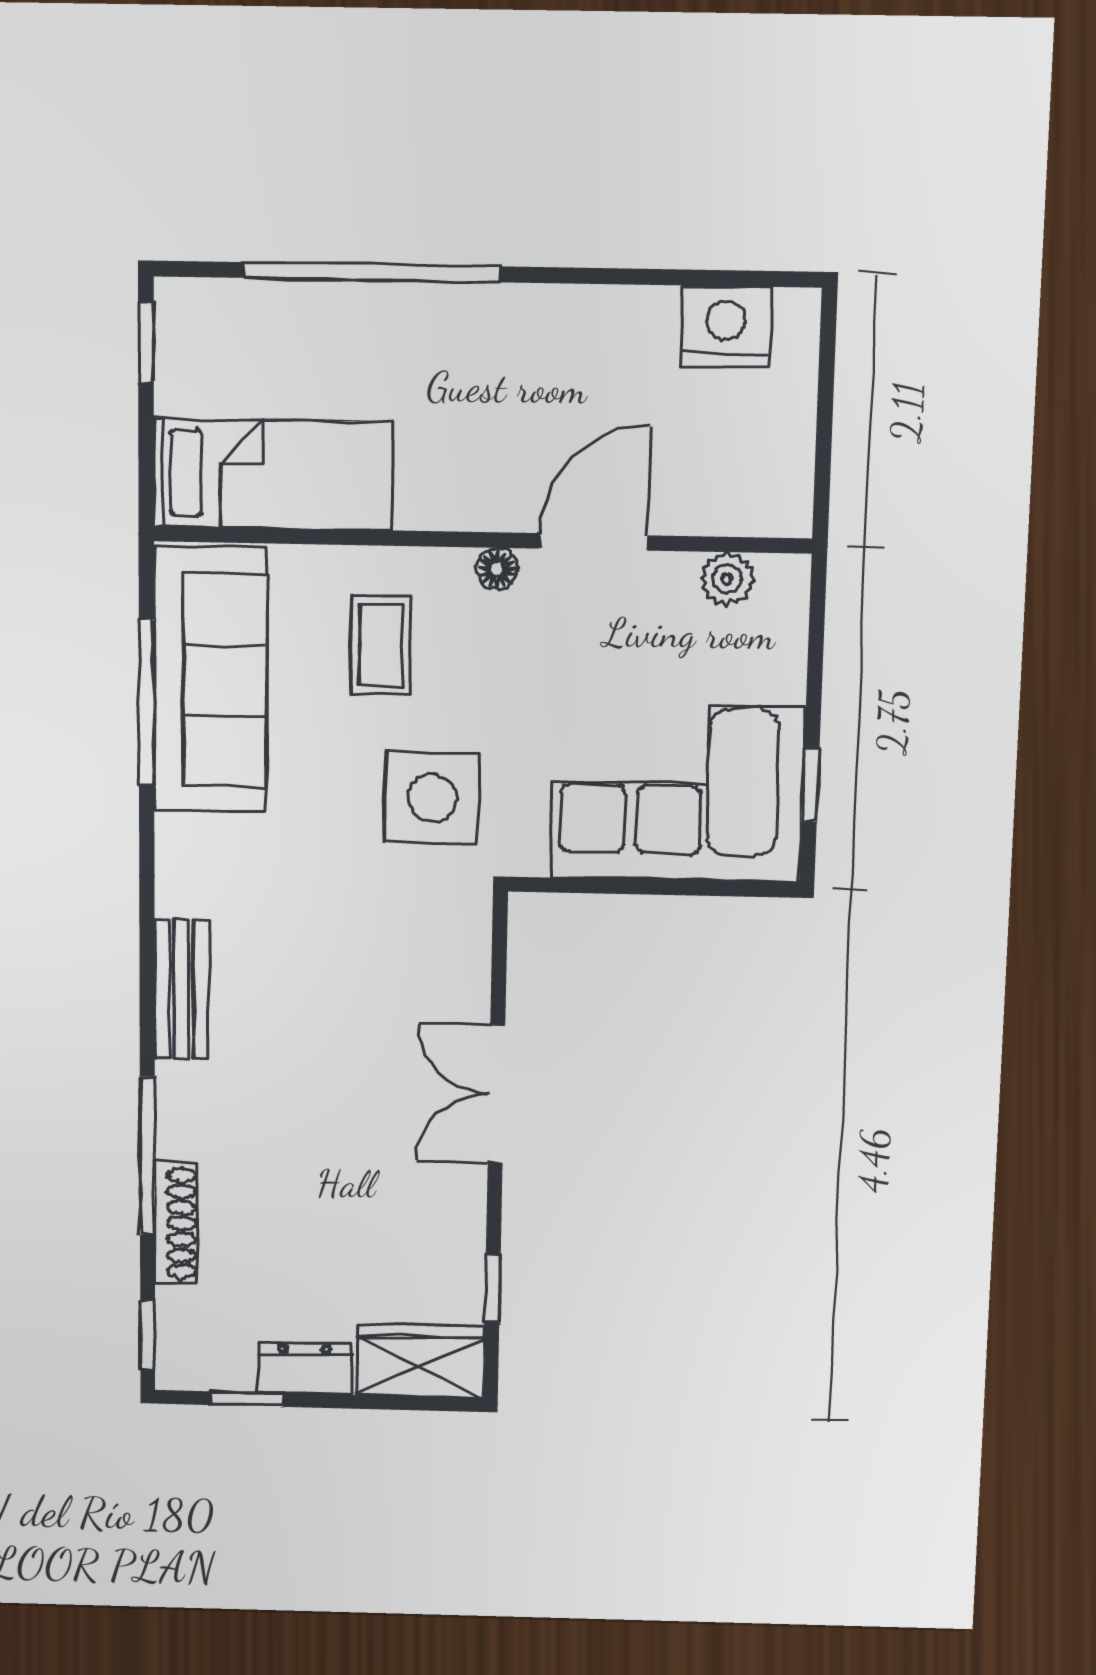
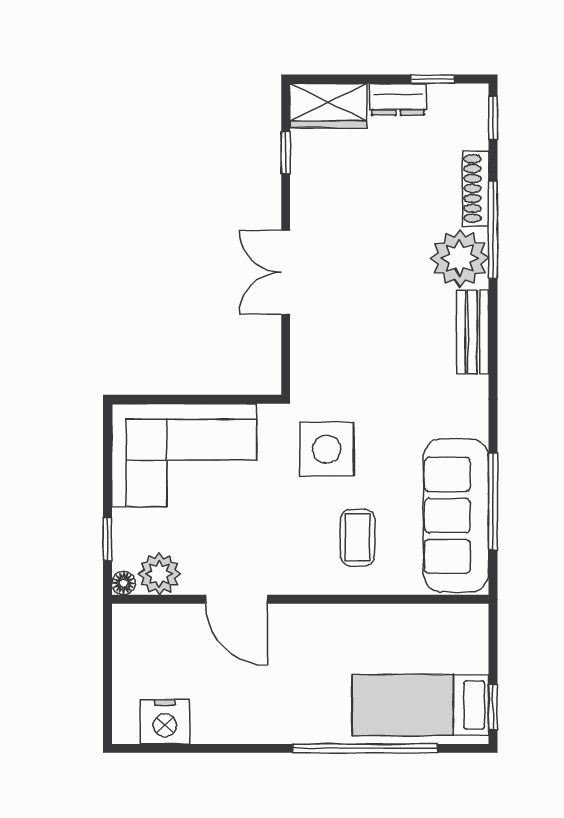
bed: (273, 474) -> (420, 705), moved
door: (593, 542) -> (236, 599), hinge flipped
floor lamp: (497, 568) -> (124, 583), moved
plant: (727, 579) -> (159, 574), width x1.38, depth x1.38
window: (810, 785) -> (107, 539), moved
double door: (496, 1095) -> (286, 272), swing flipped
plant: (203, 1111) -> (460, 258), added

